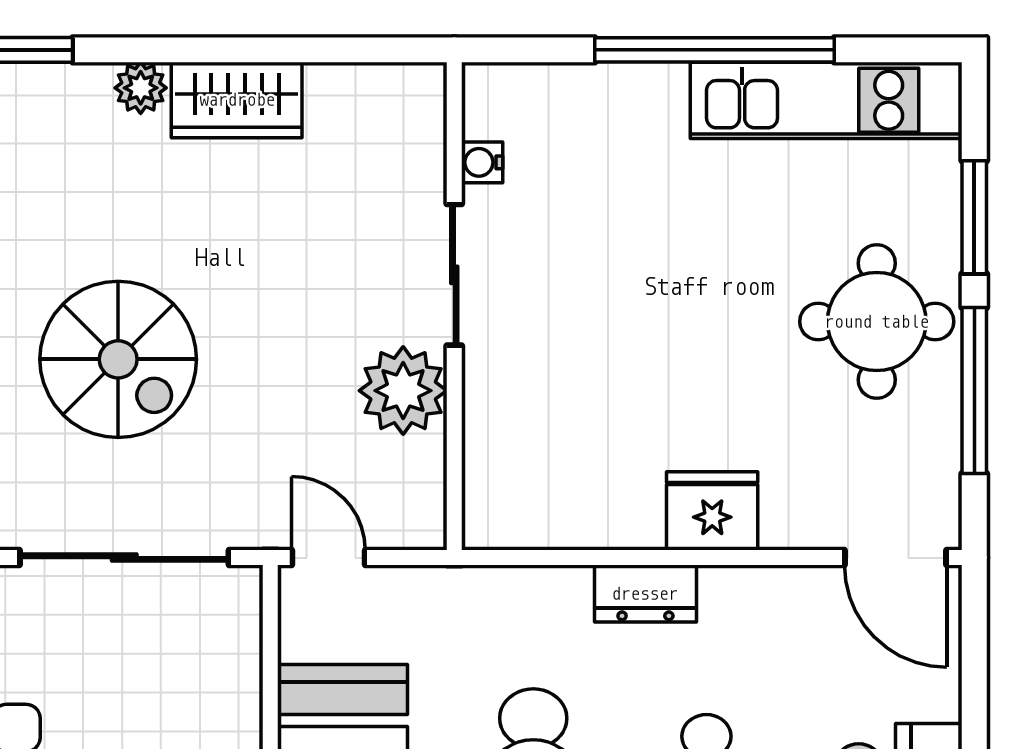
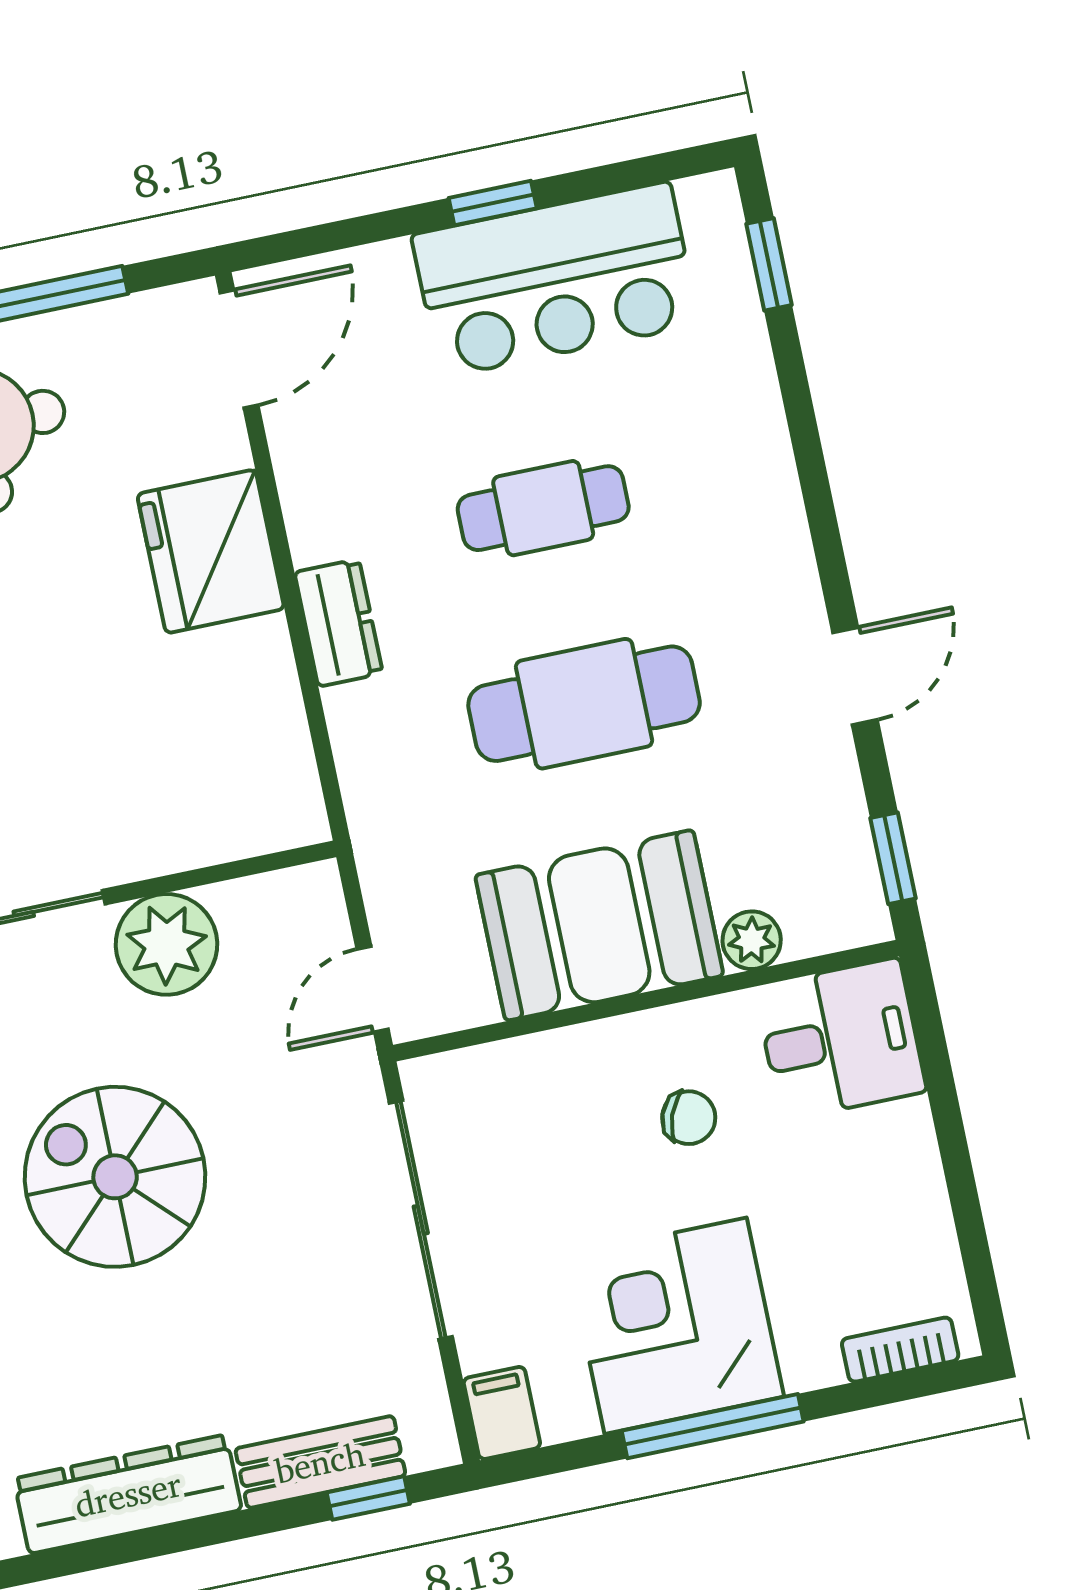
spiral stairs: (118, 359) -> (115, 1177), moved, turned -90
fridge: (712, 511) -> (211, 551), width x1.36, depth x1.34

